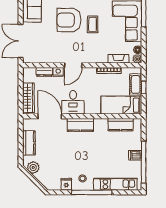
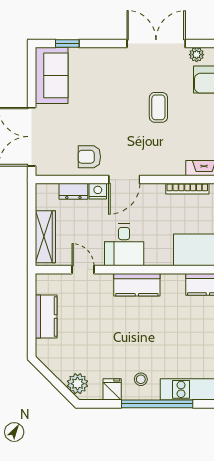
armchair: (69, 20) -> (89, 157), moved, width x0.53, depth x0.53
door: (50, 116) -> (83, 270), width x0.53
plant: (33, 167) -> (78, 384), moved

